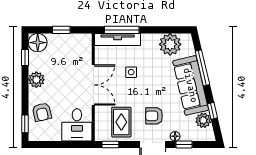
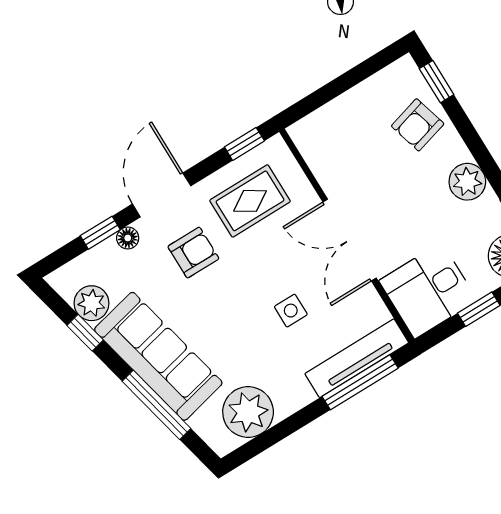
armchair: (42, 112) -> (418, 125), turned -93
rug: (121, 122) -> (250, 201), turned 90
desk: (77, 125) -> (428, 291), moved, turned -90

